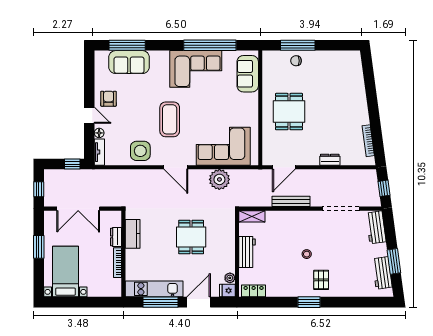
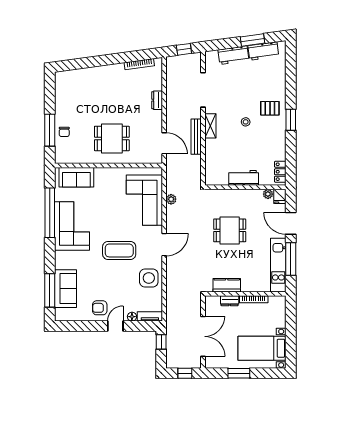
plant: (219, 179) -> (171, 199), width x0.53, depth x0.53
shelving: (252, 216) -> (210, 126), moved
workbench: (376, 227) -> (233, 55), moved

